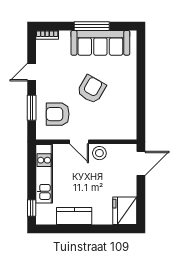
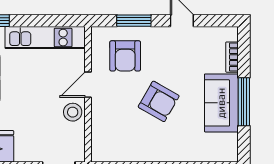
bookcase: (47, 35) -> (232, 57), moved
sofa: (100, 43) -> (221, 103), width x0.73
armchair: (58, 114) -> (125, 56), turned 180

